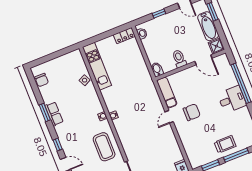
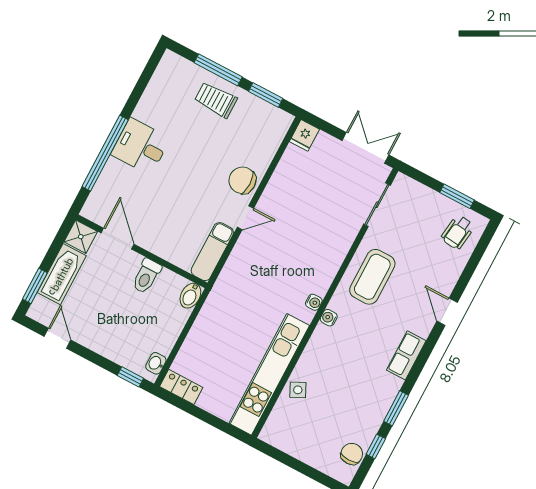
window: (159, 13) -> (130, 377), moved
kitchen unit: (97, 66) -> (269, 374), width x1.36
chair: (192, 112) -> (242, 180), moved
row of seats: (54, 114) -> (406, 355), moved
window: (58, 145) -> (376, 446), moved

